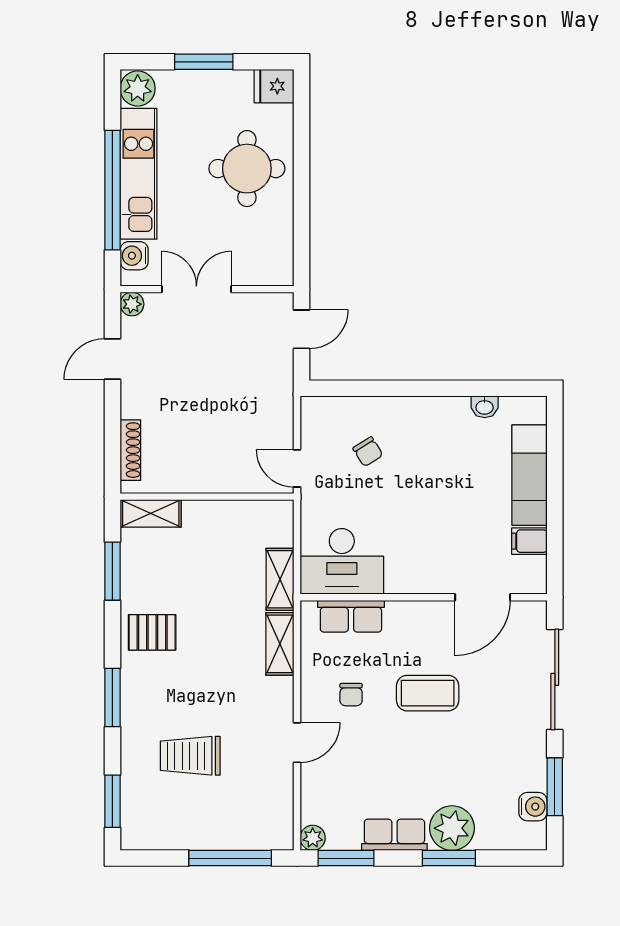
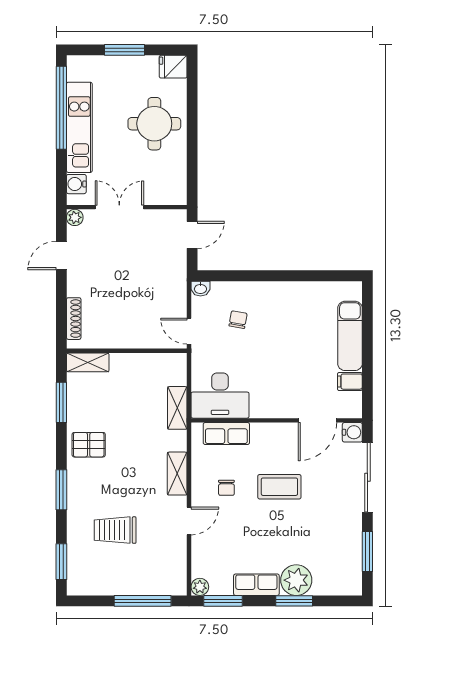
plant: (138, 88) -> (79, 68), removed
window: (112, 190) -> (61, 108), moved
washbasin: (485, 407) -> (200, 289), moved
chair: (368, 452) -> (238, 320), turned -138
shelving: (280, 644) -> (177, 474), moved
water cooler: (533, 807) -> (352, 432), moved

